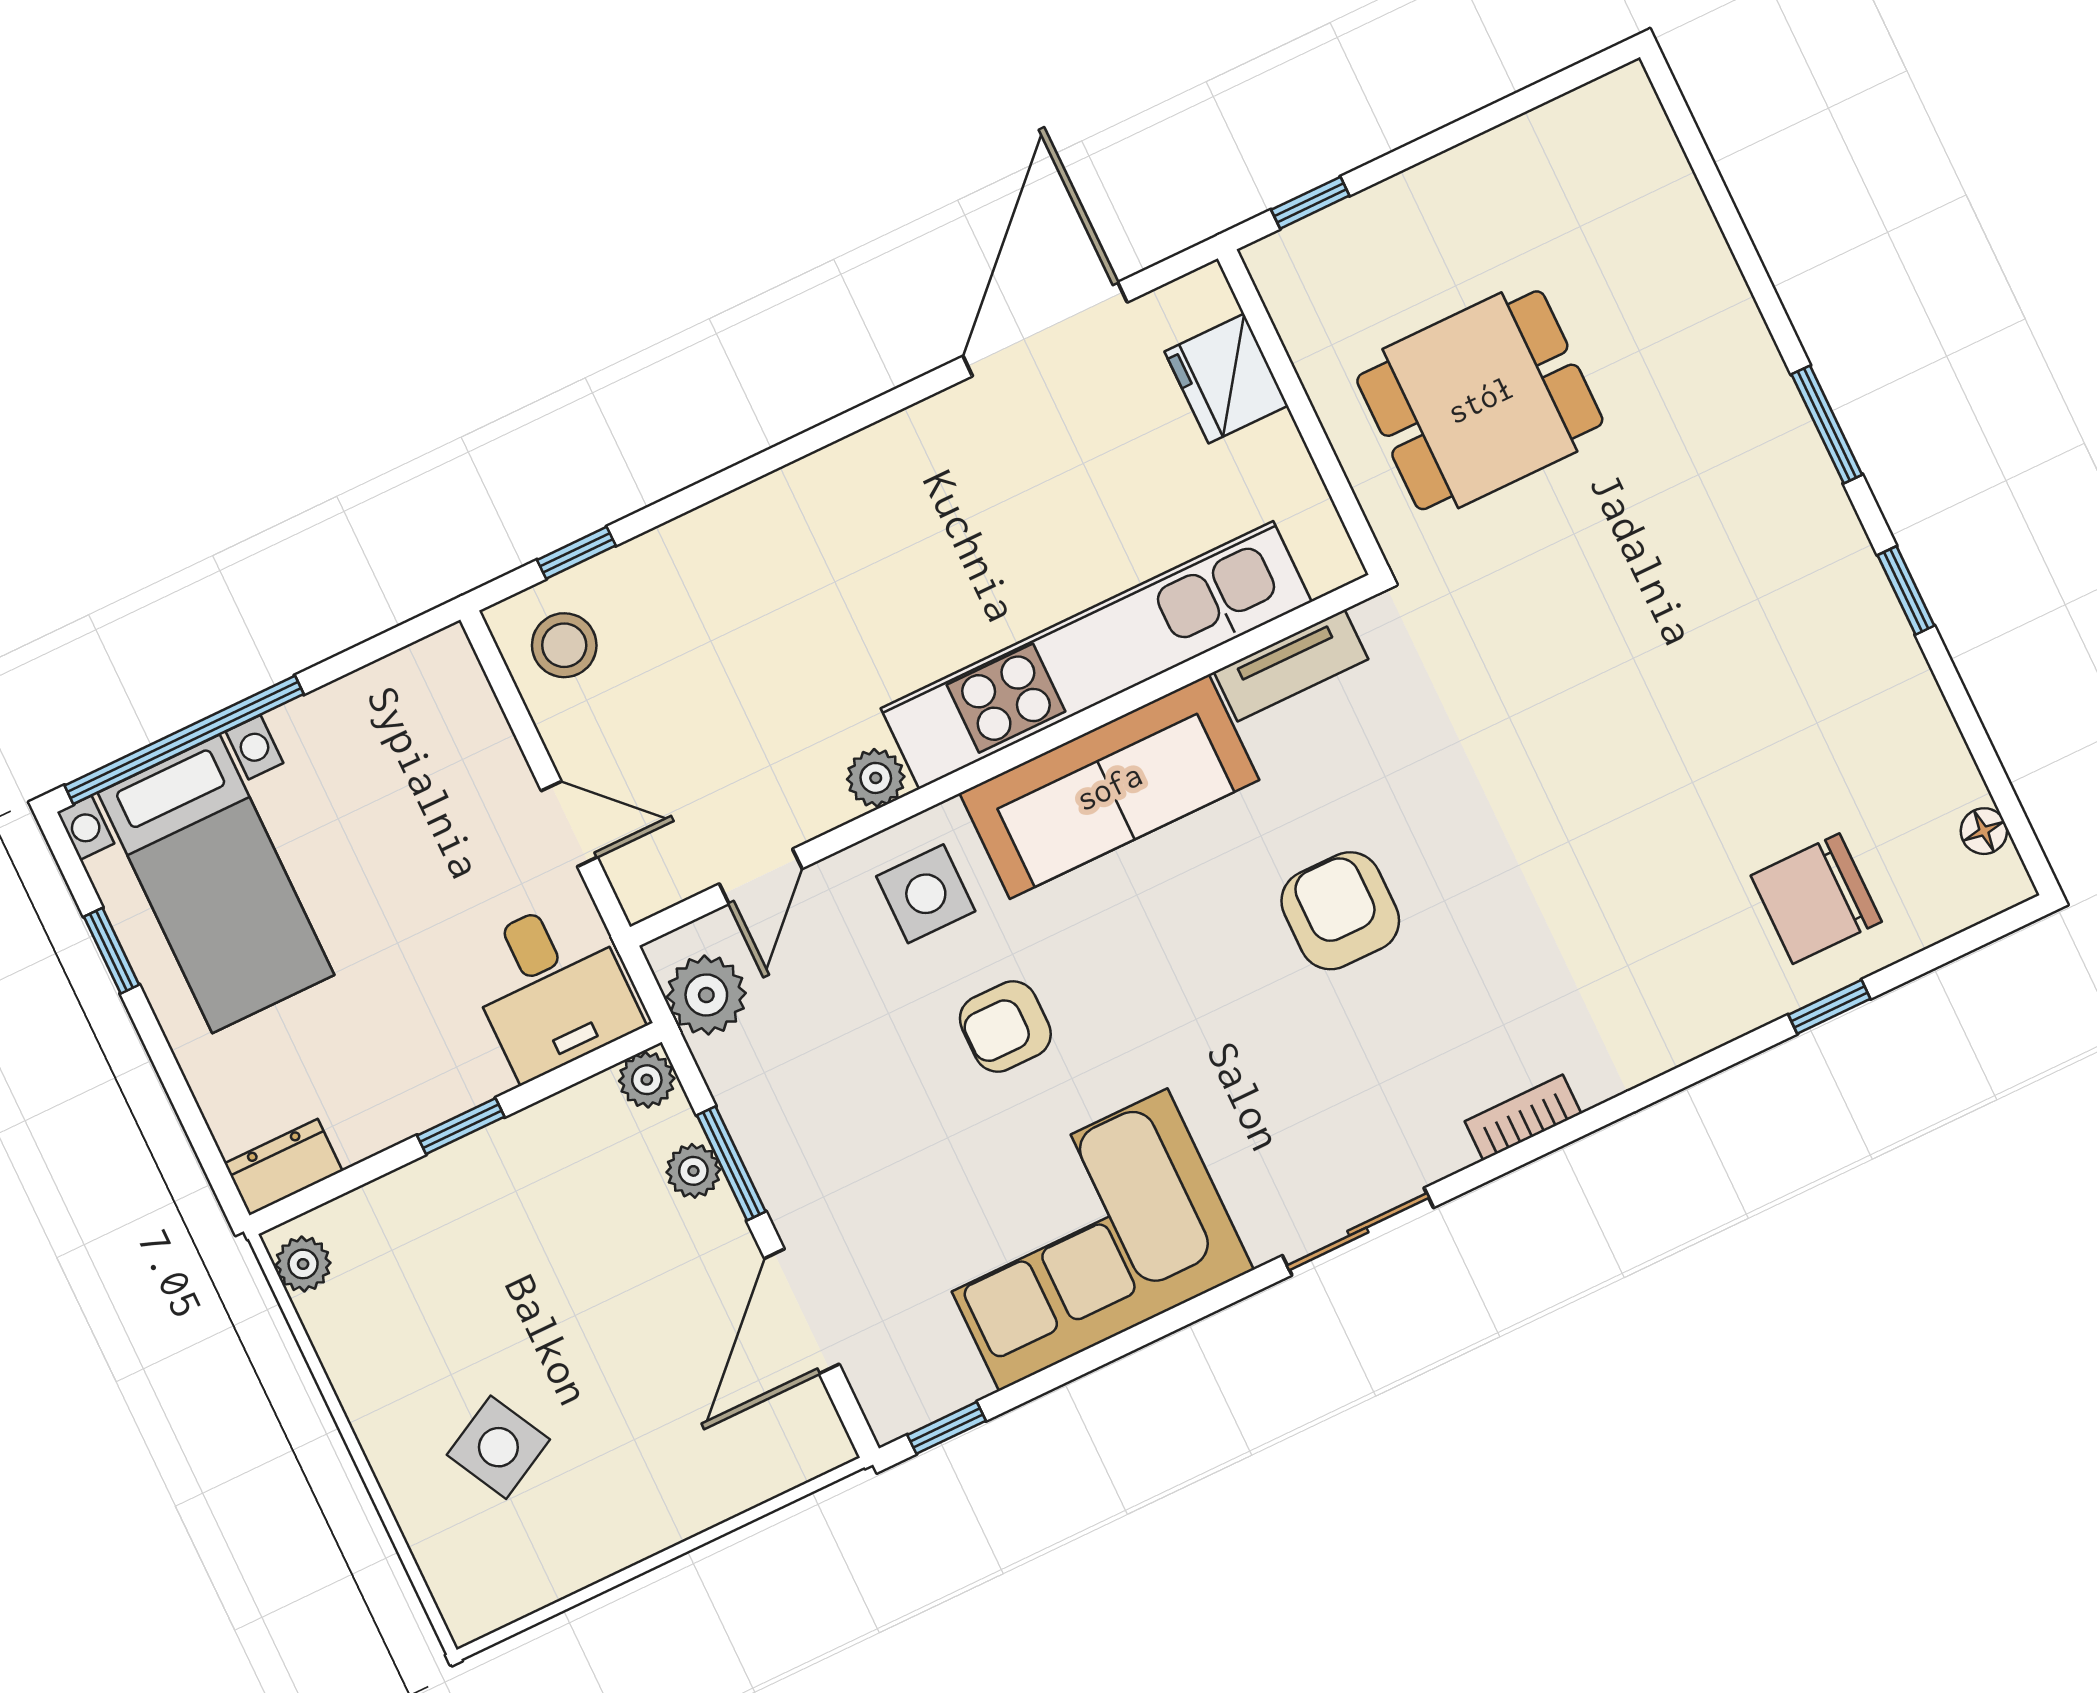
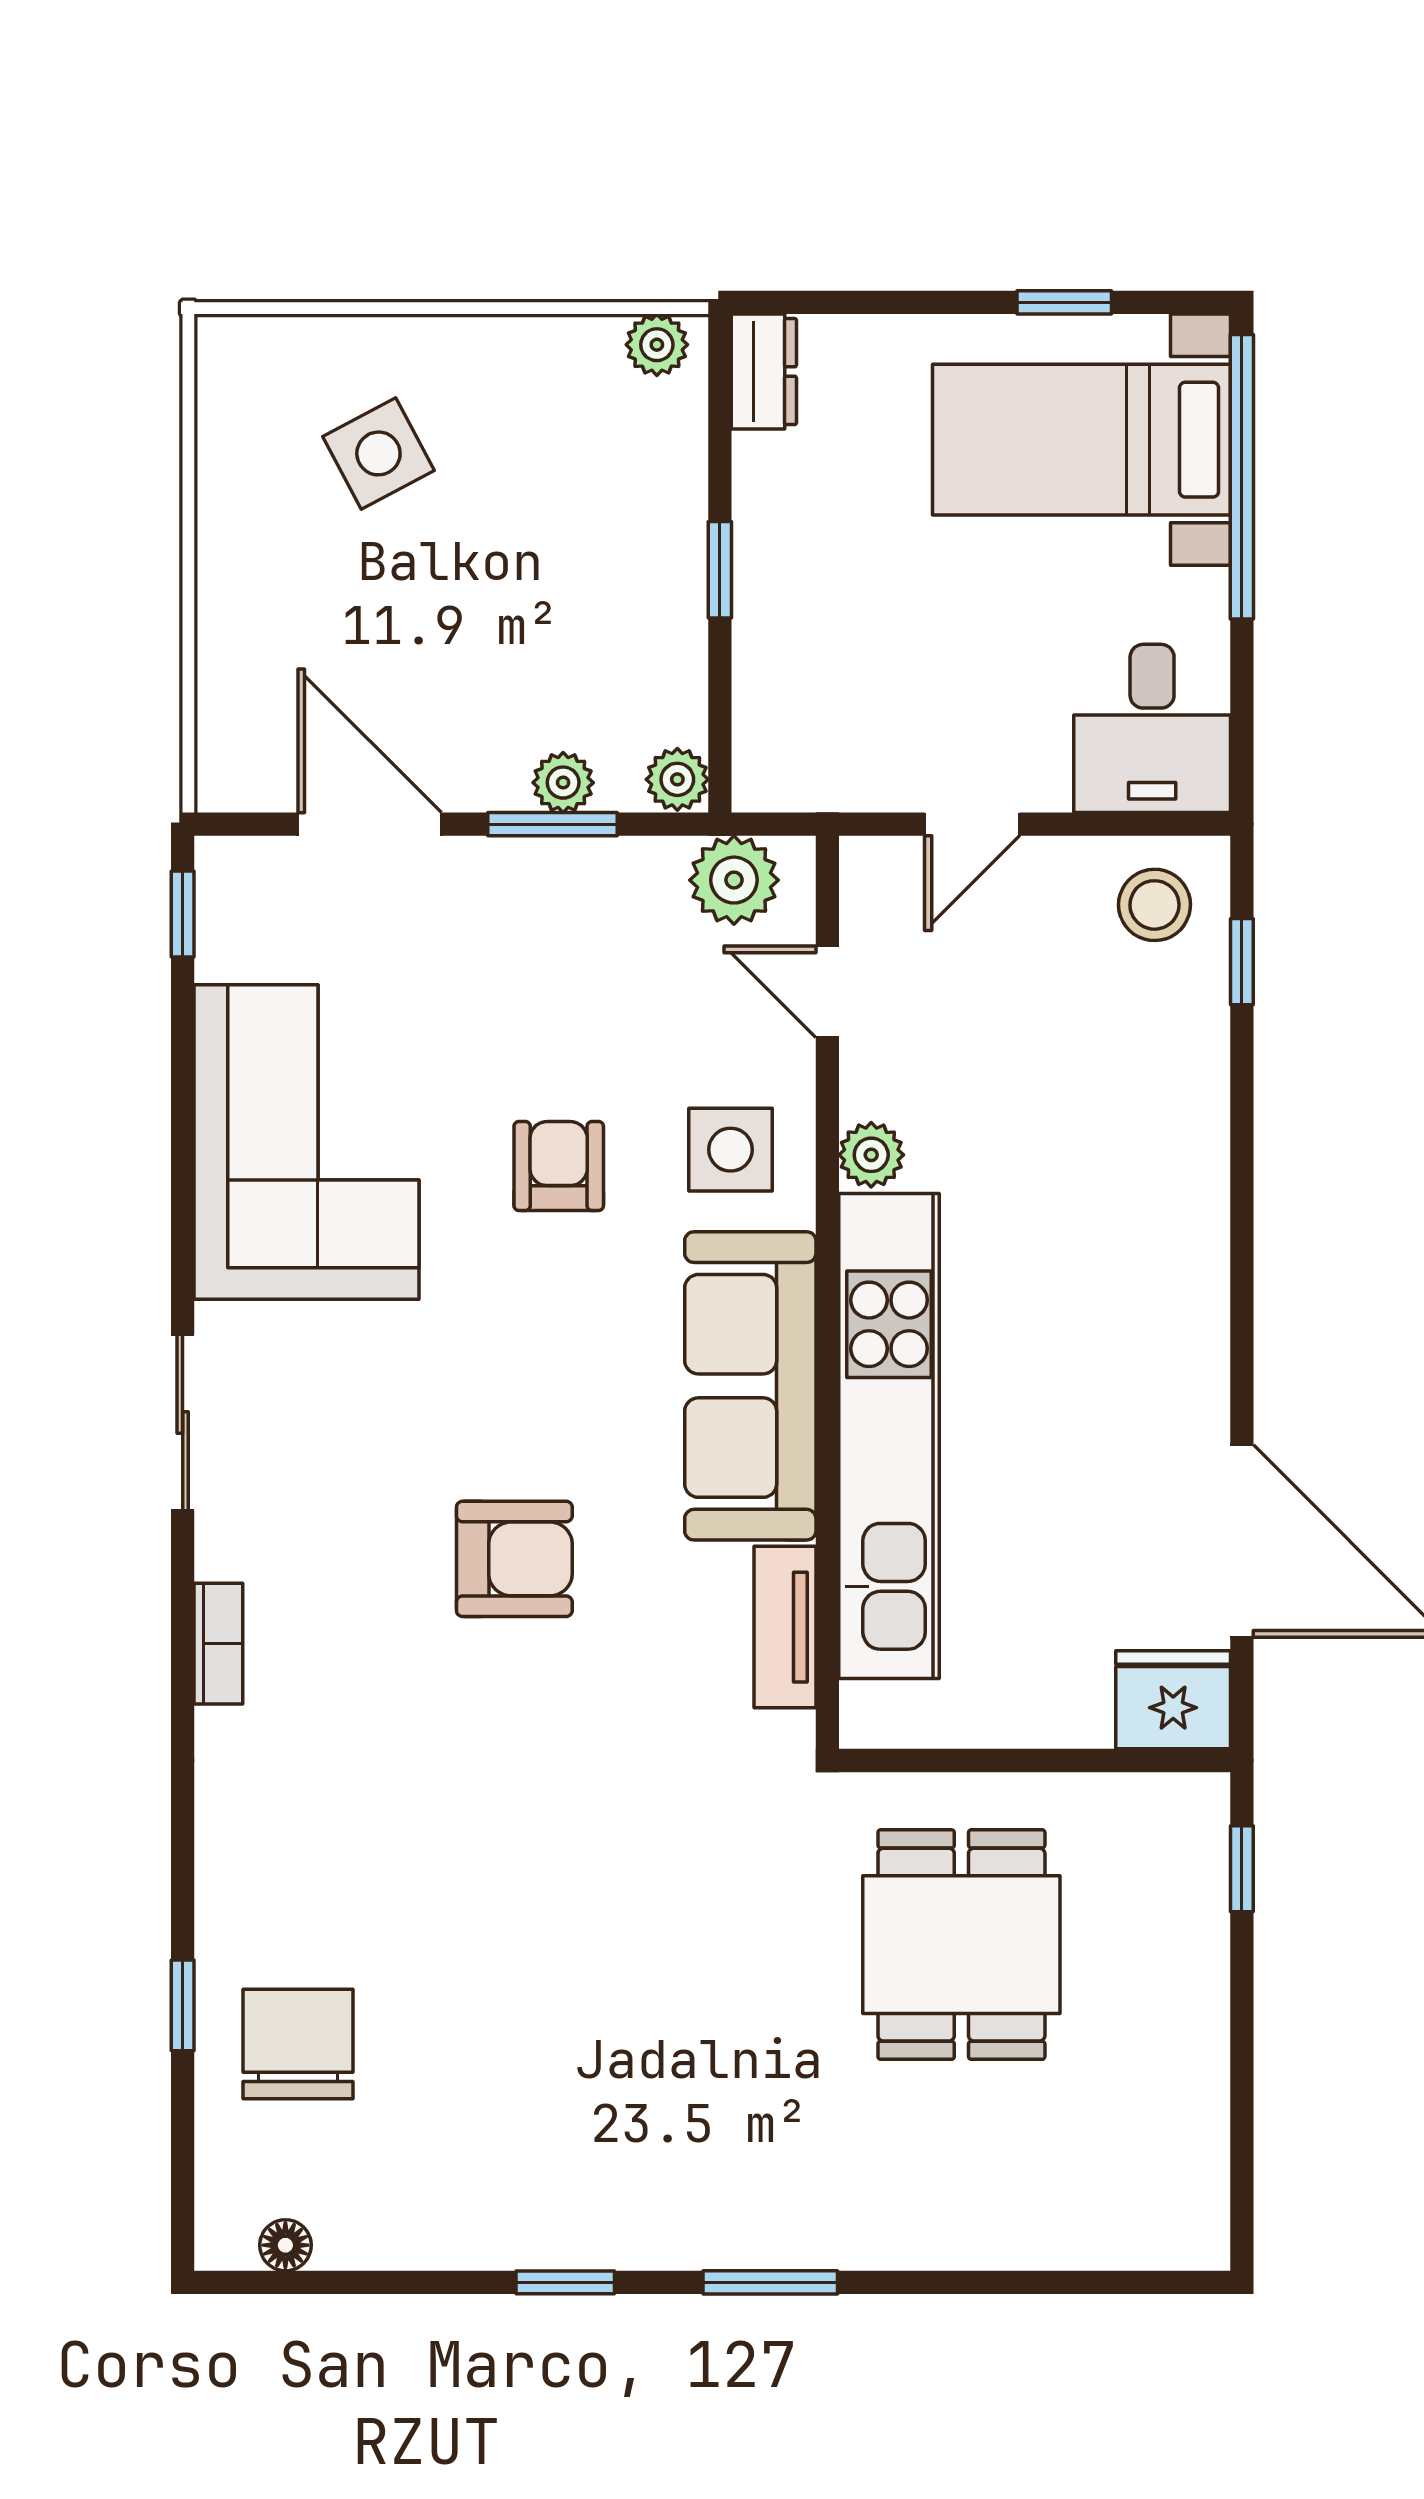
fridge: (1226, 379) -> (1173, 1700), moved
desk: (551, 988) -> (1152, 728), moved, turned -90

